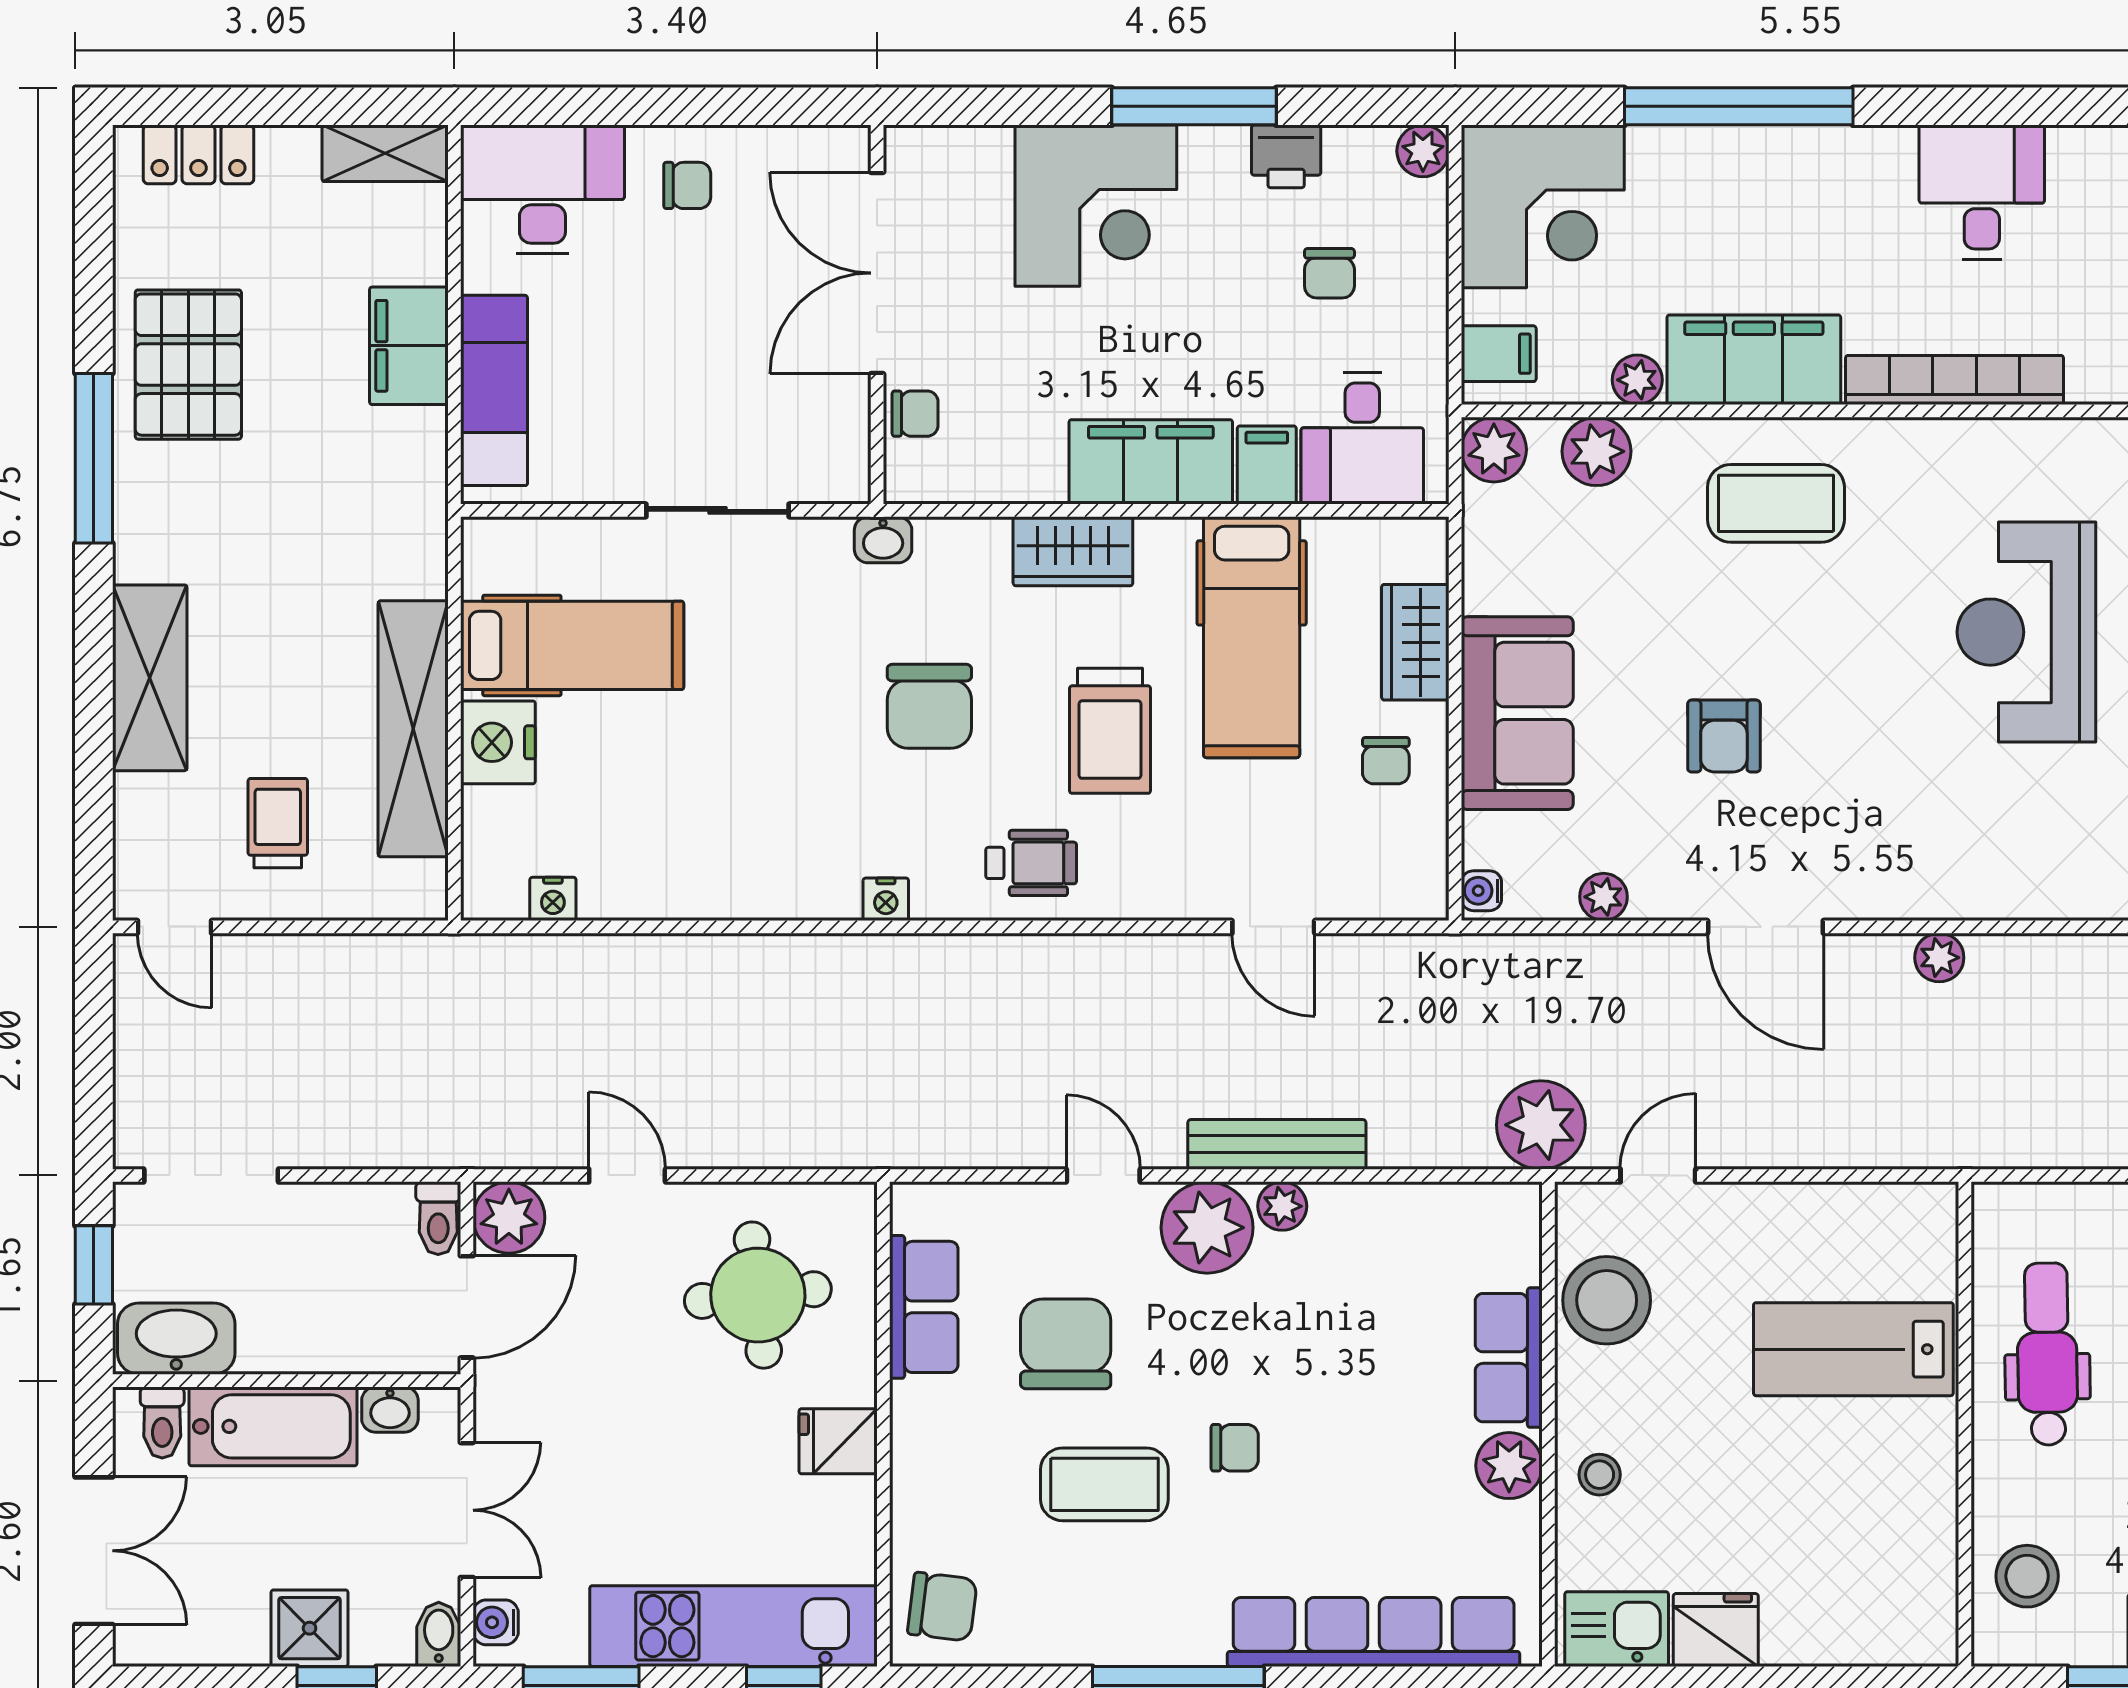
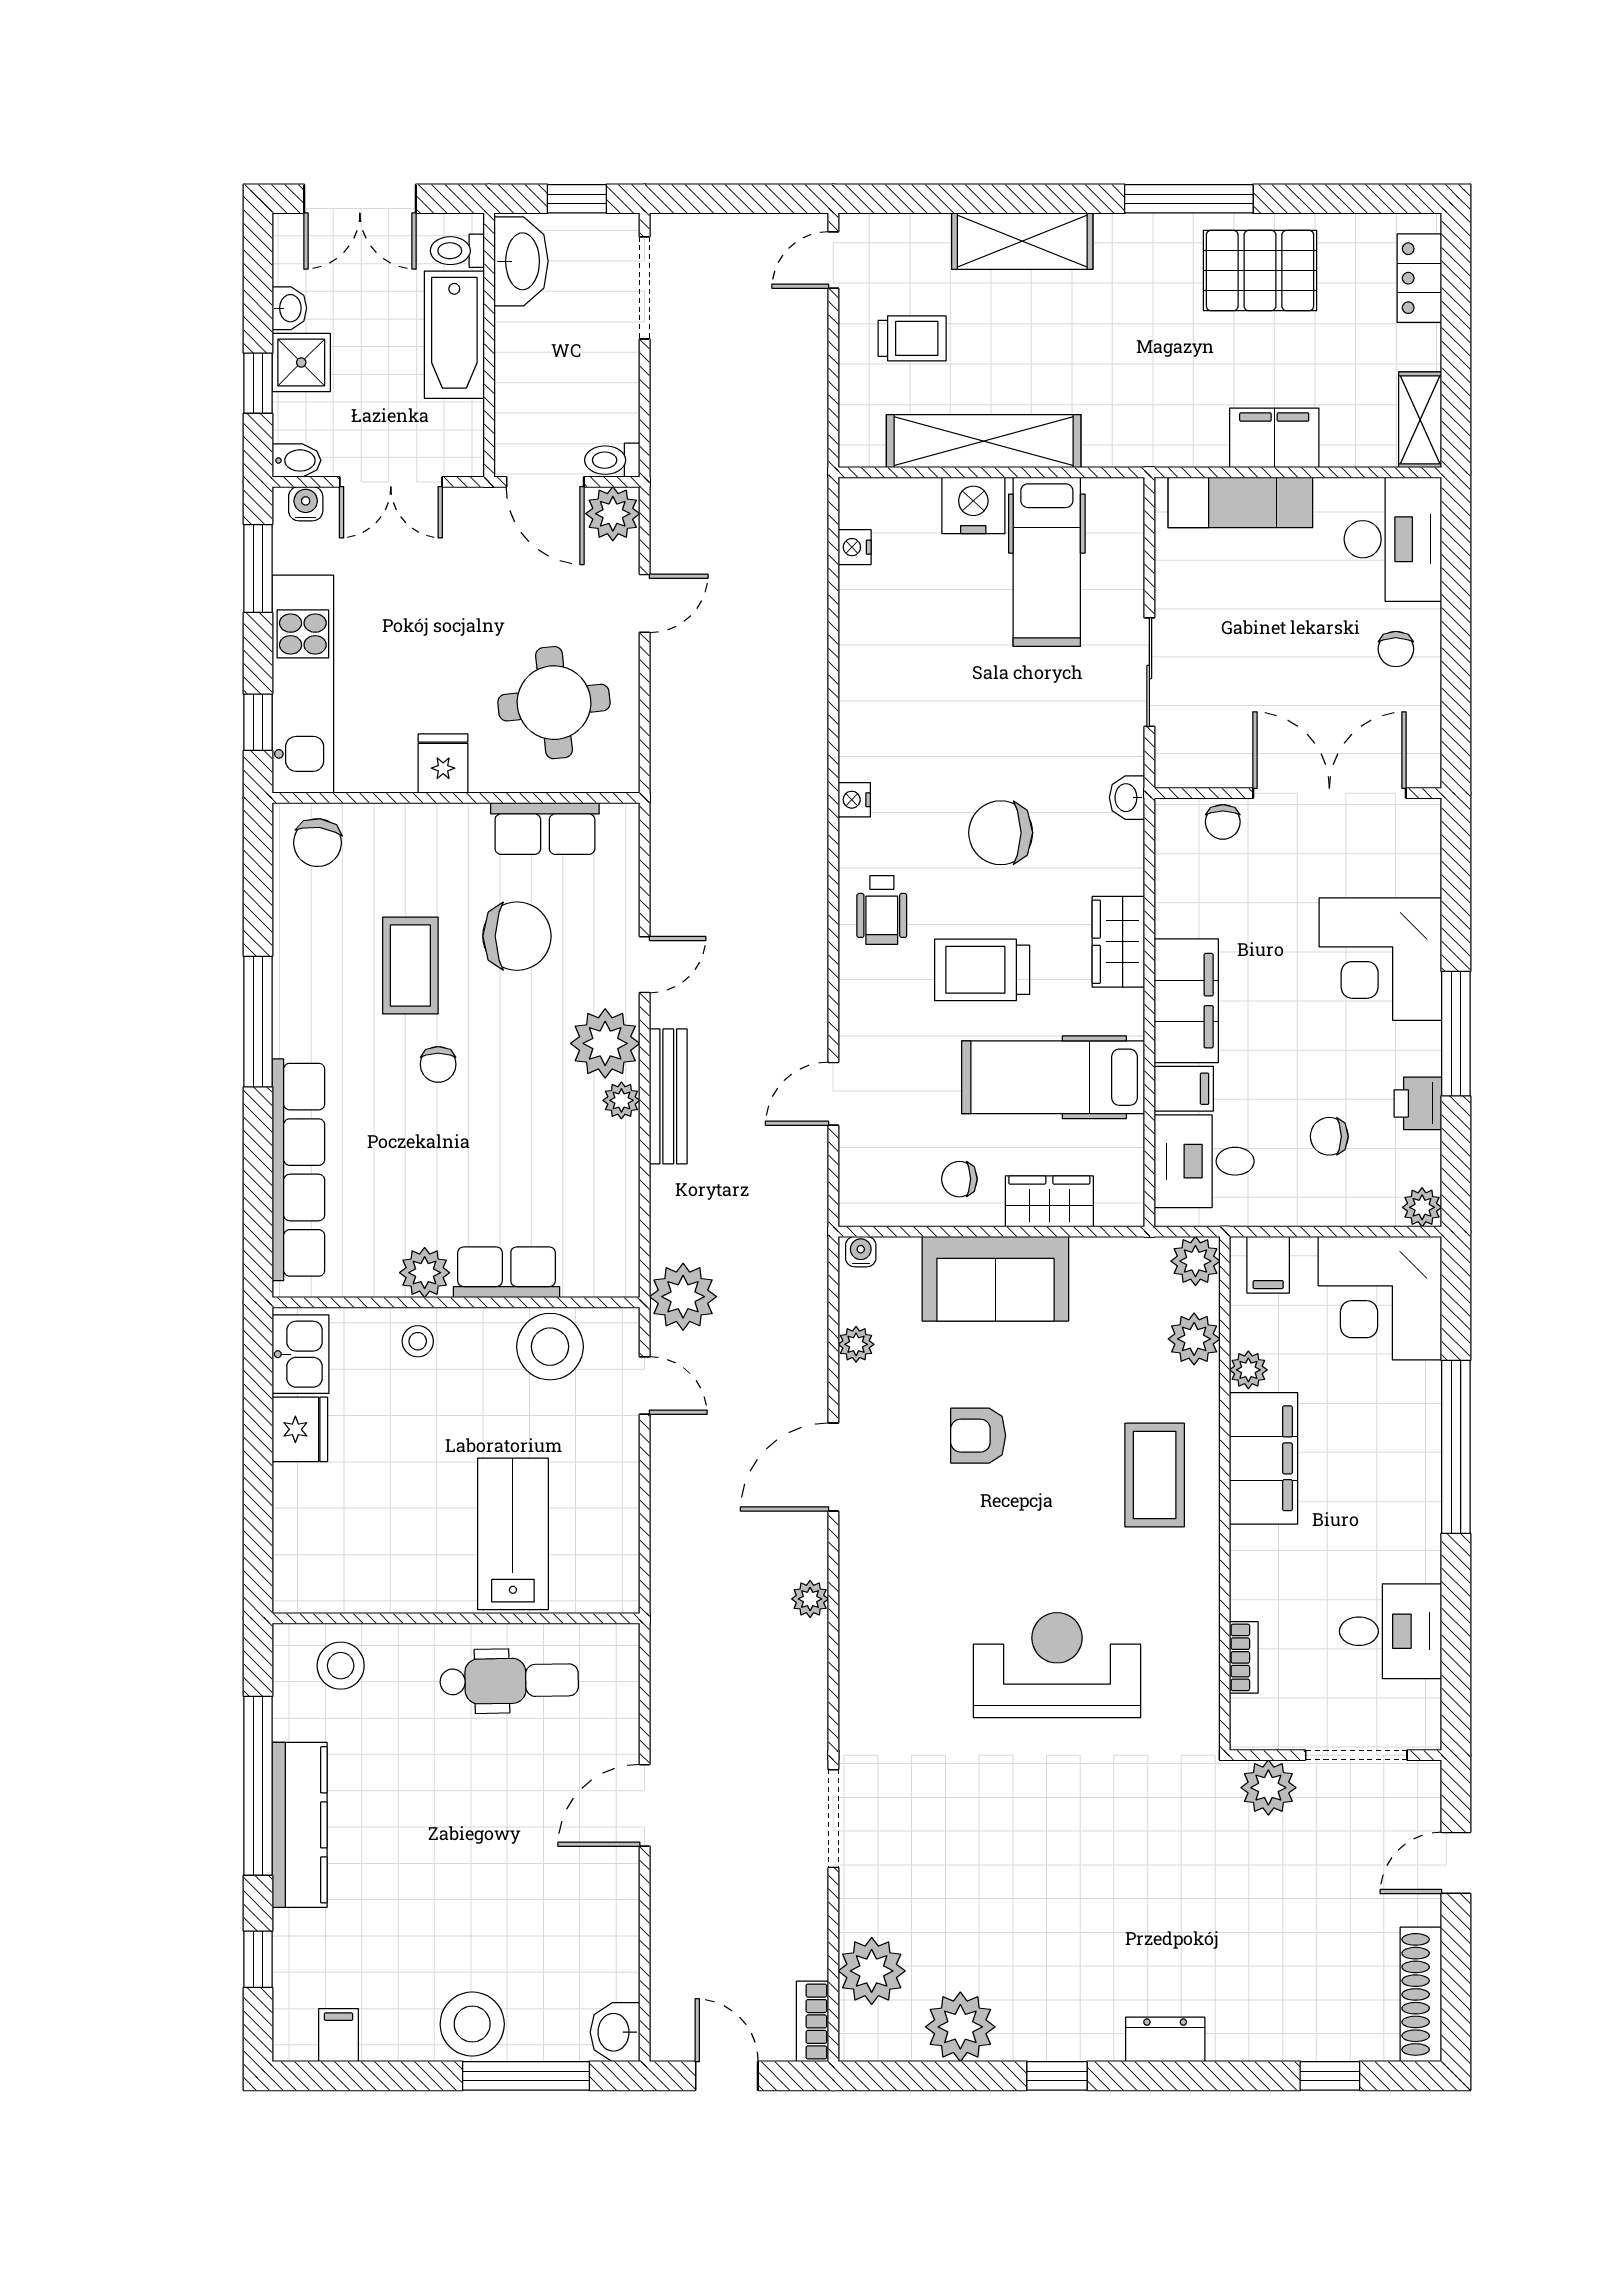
bookcase: (1954, 380) -> (1244, 1657), width x0.43, depth x0.76
washbasin: (390, 1410) -> (289, 308), moved, turned 180

